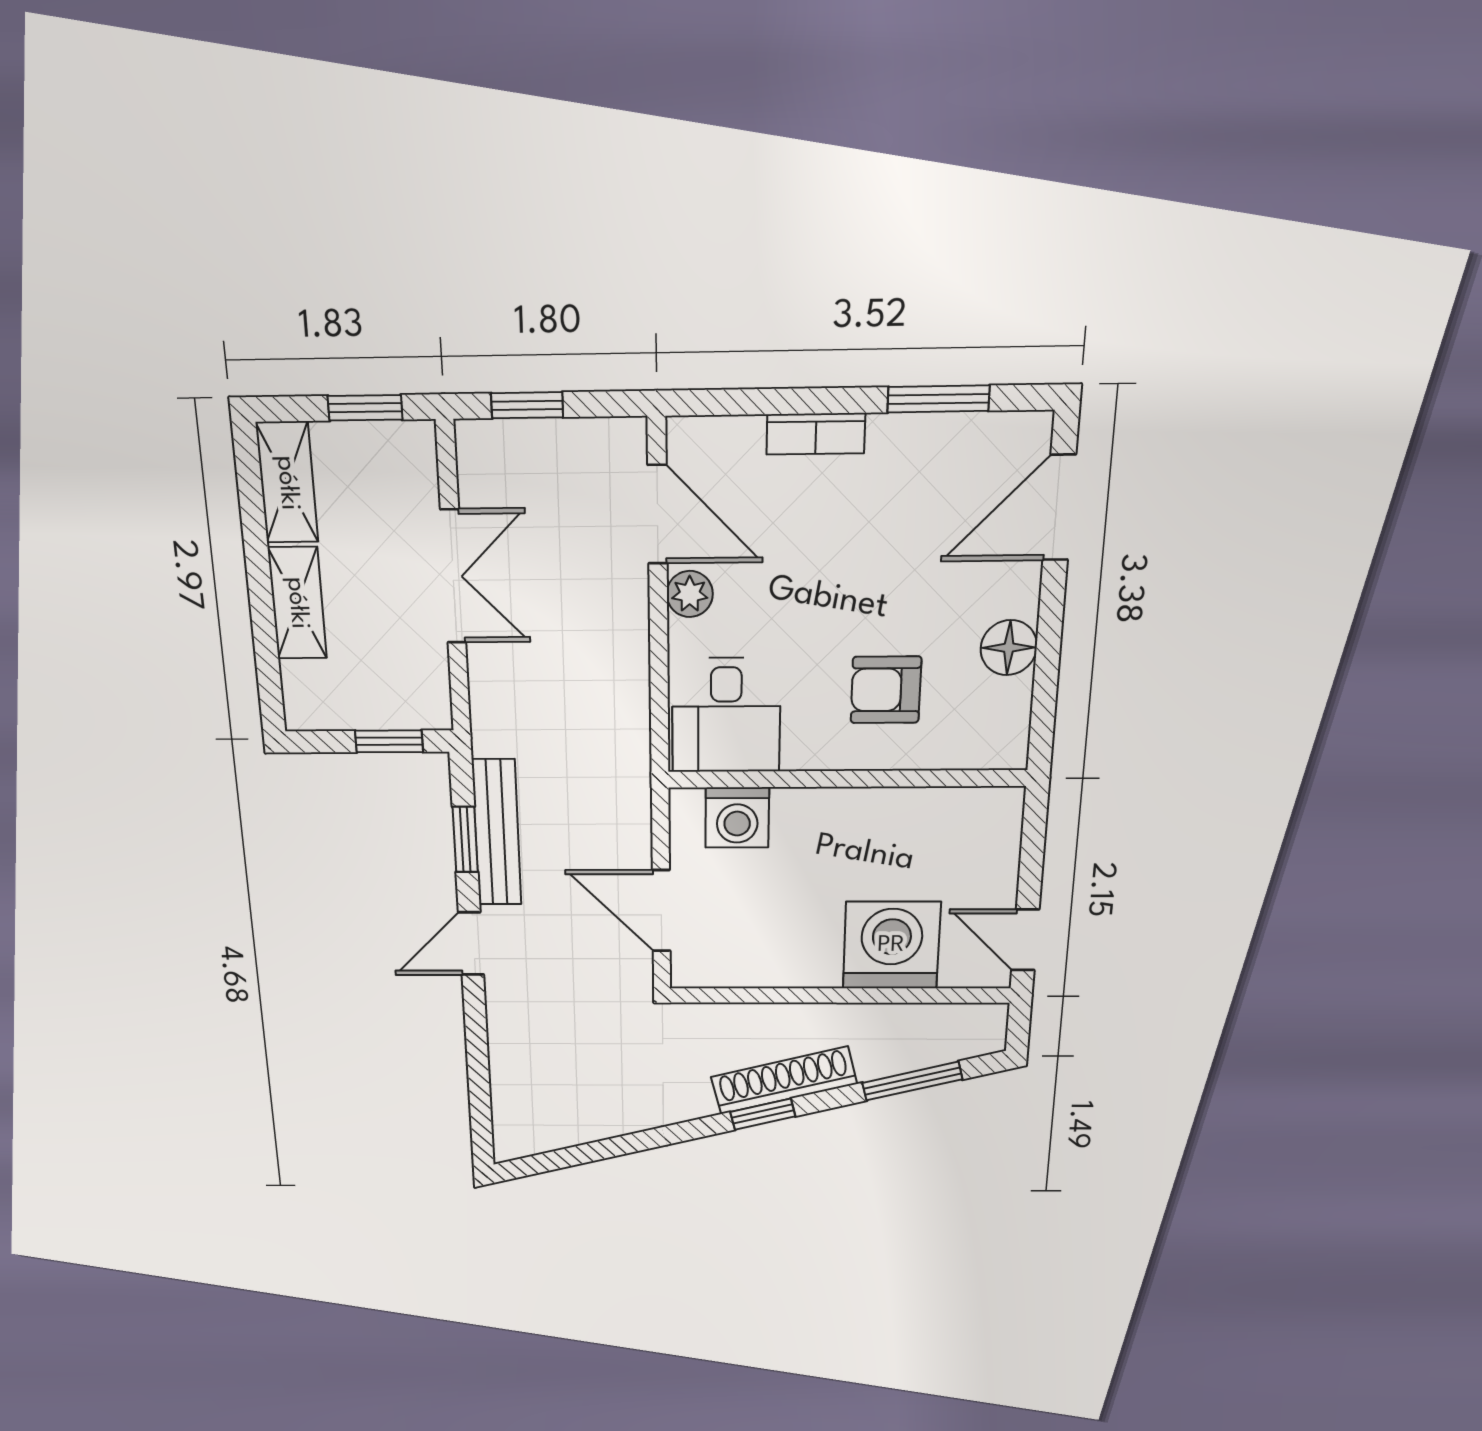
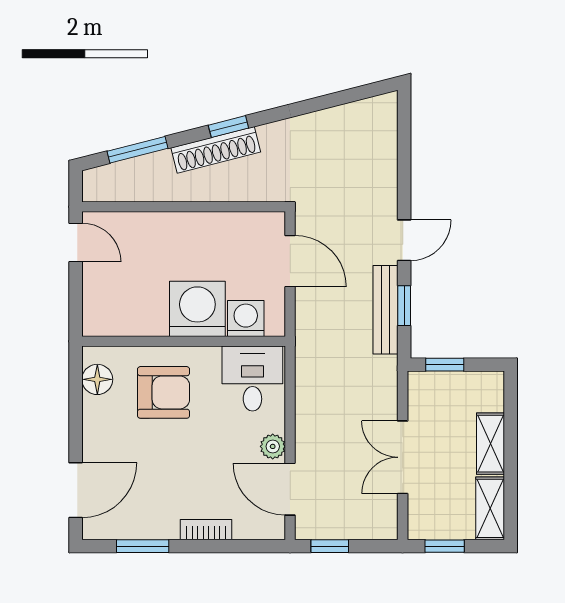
window: (527, 405) -> (330, 546), moved
floor lamp: (1009, 648) -> (97, 379), moved
armchair: (886, 690) -> (164, 392), width x1.38, depth x1.38
washing machine: (891, 945) -> (197, 309), moved, turned 180

